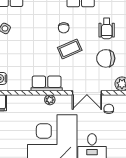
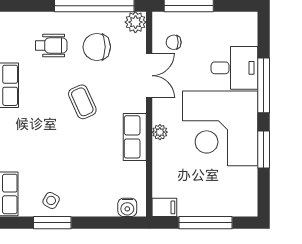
chair: (64, 28) -> (50, 111), removed
chair: (106, 58) -> (97, 47), turned 90

